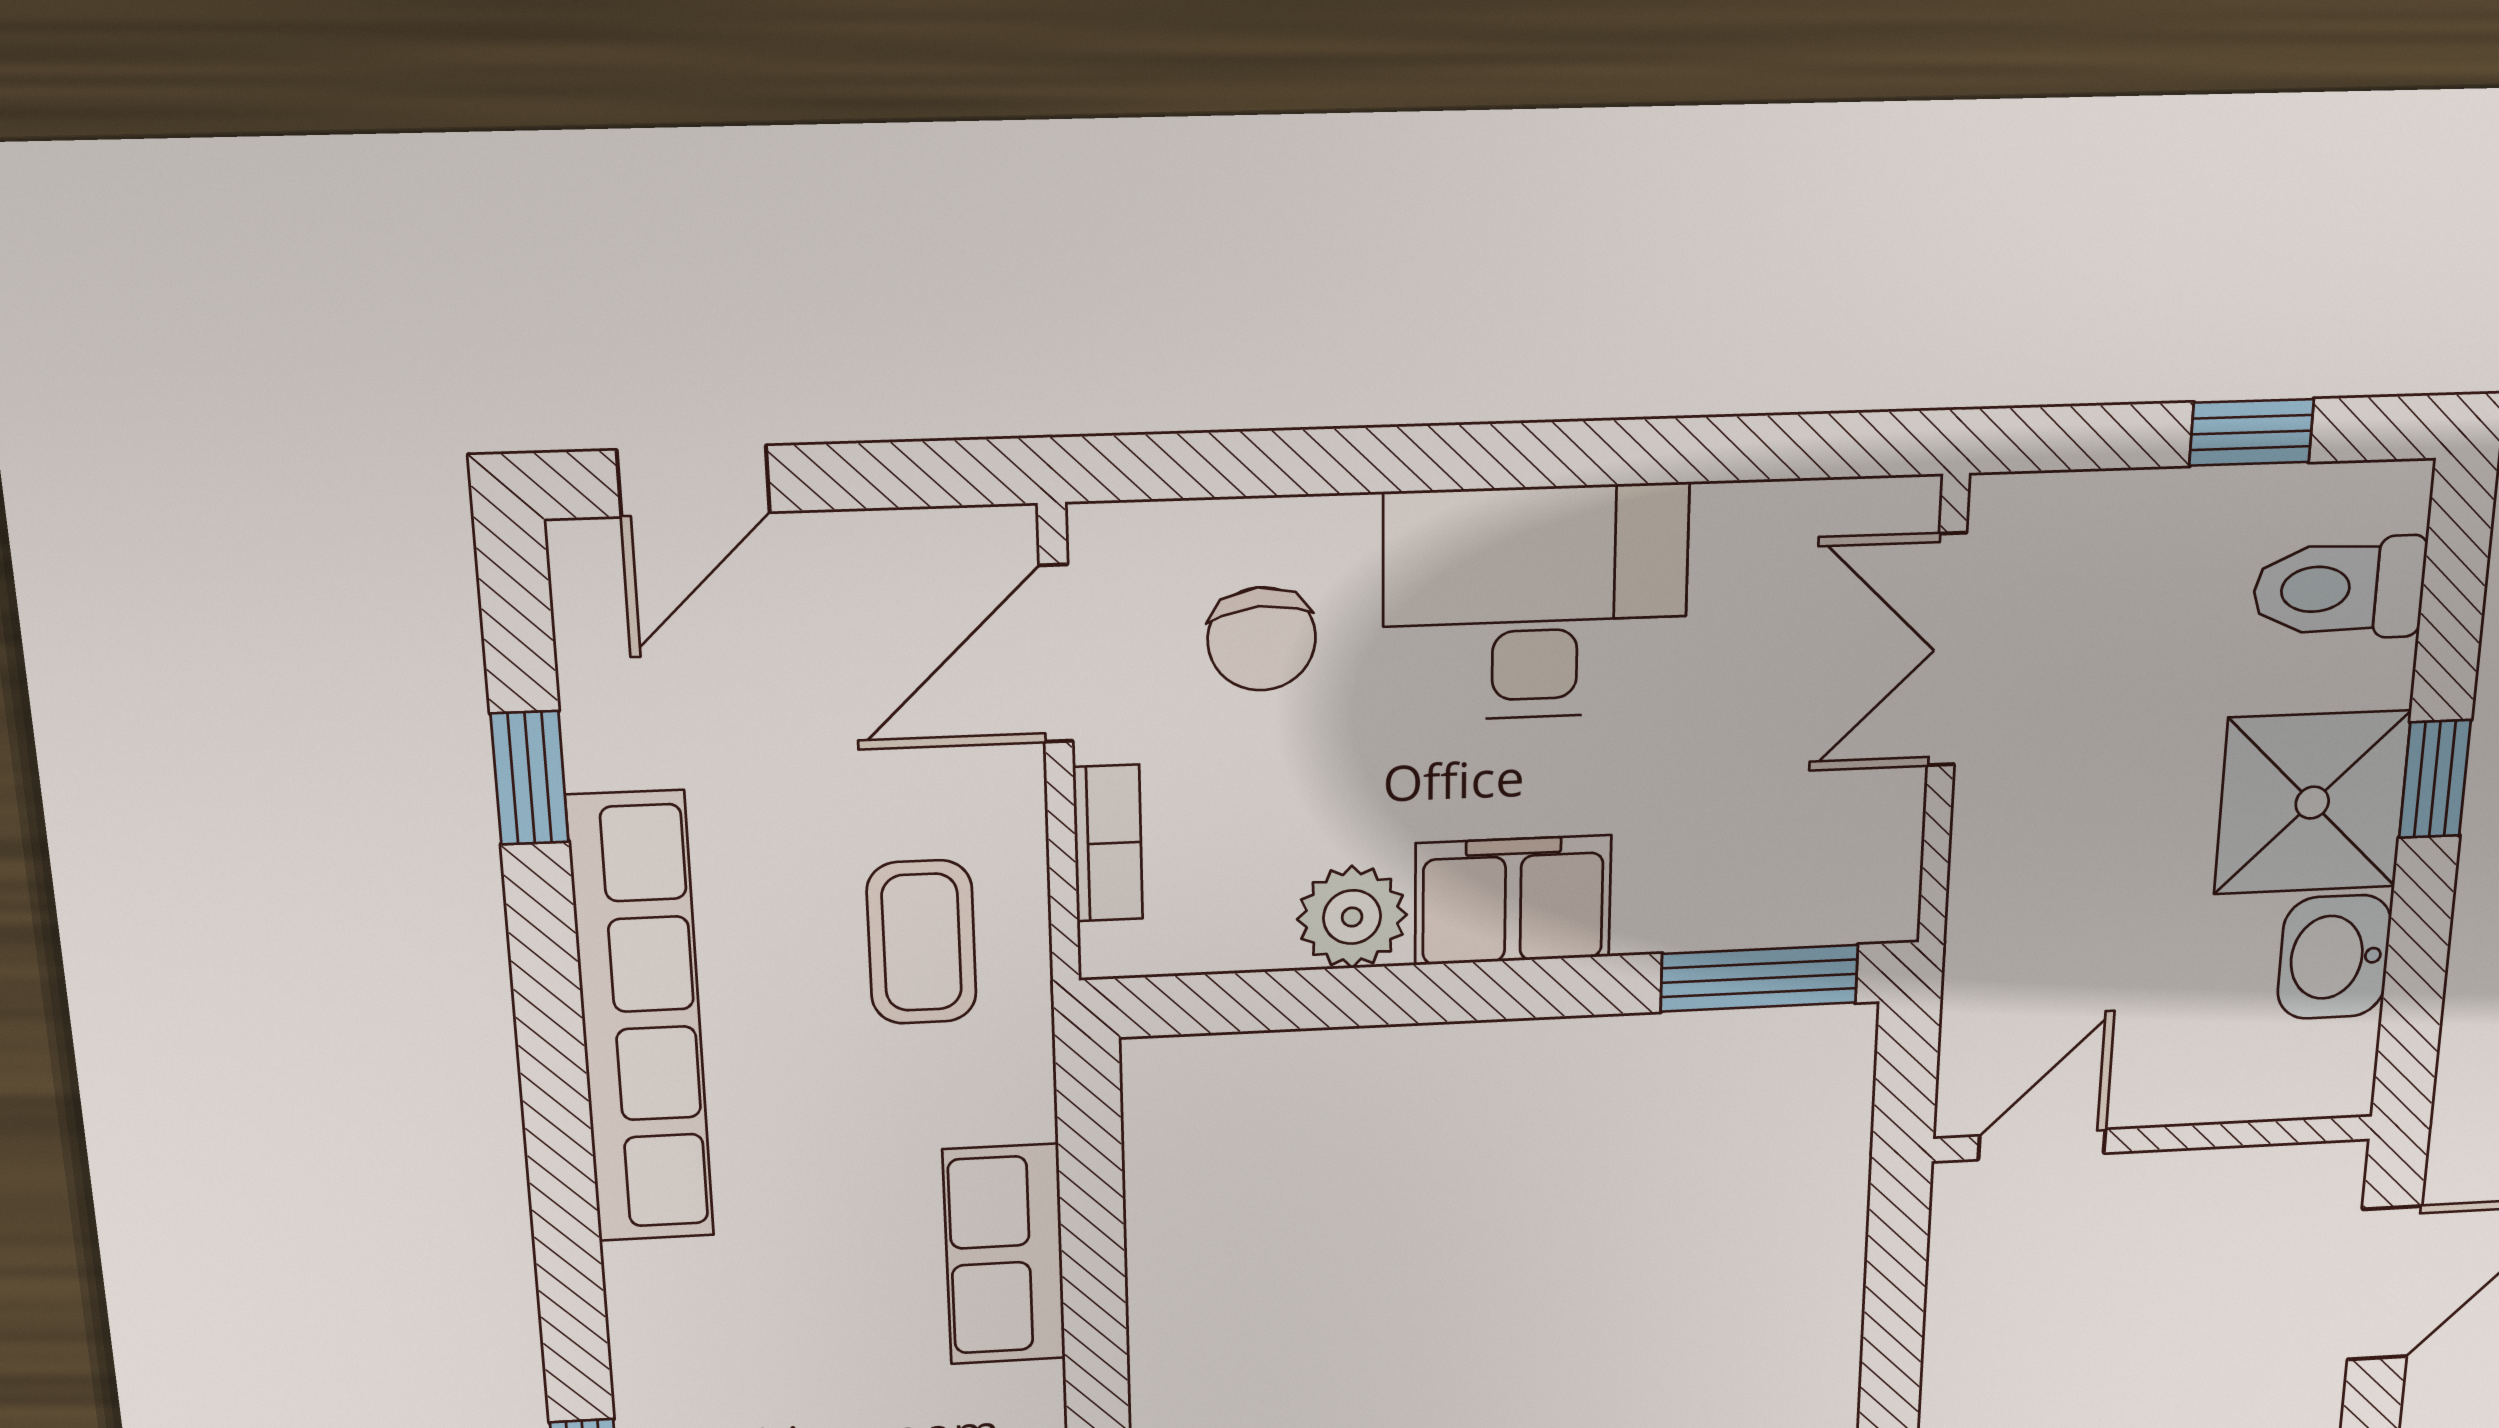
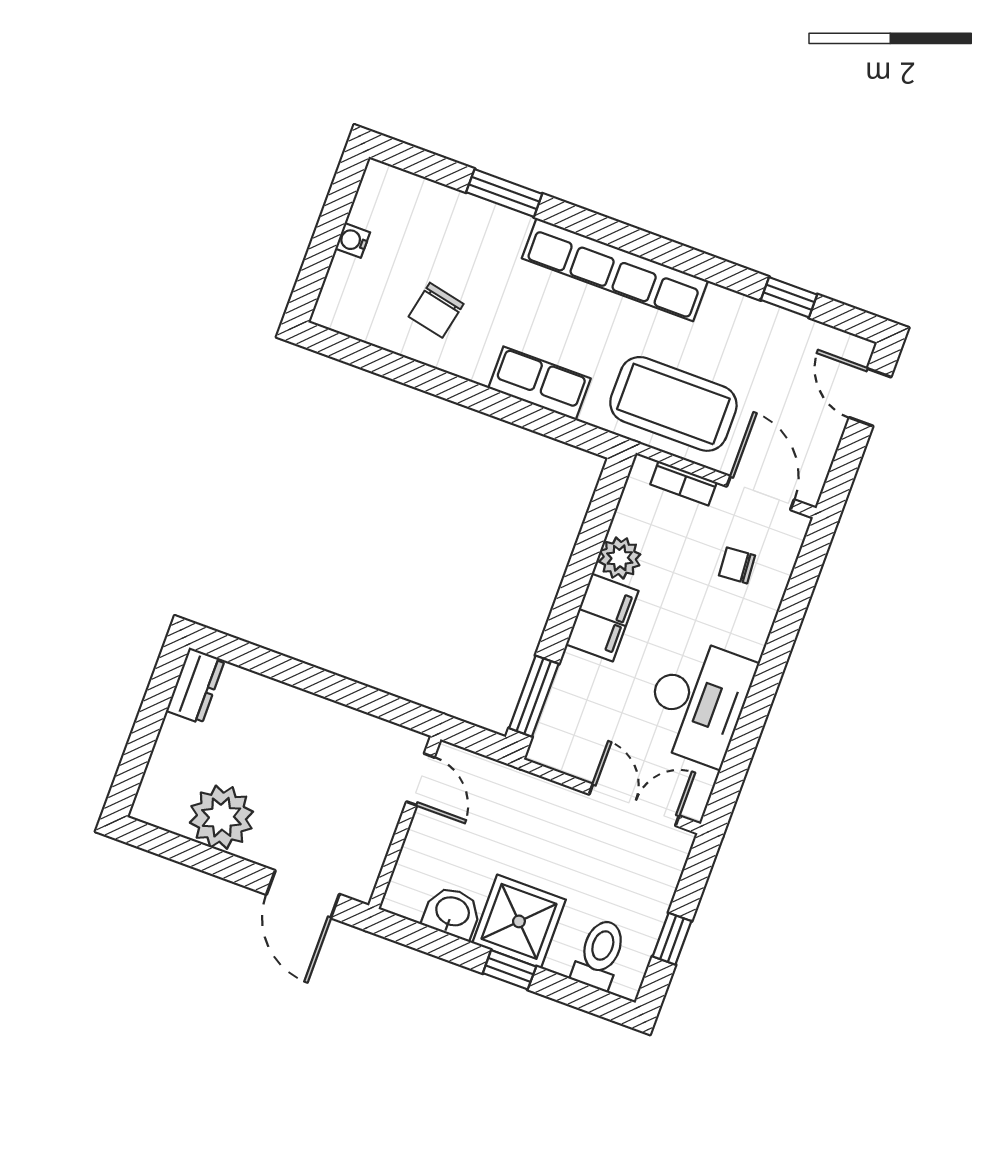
desk: (1535, 603) -> (698, 702), moved
chair: (1262, 639) -> (737, 565), width x0.73, depth x0.73
coffee table: (922, 942) -> (673, 404), width x1.86, depth x1.72
row of seats: (641, 1020) -> (615, 270), moved

